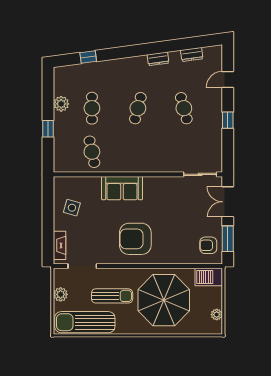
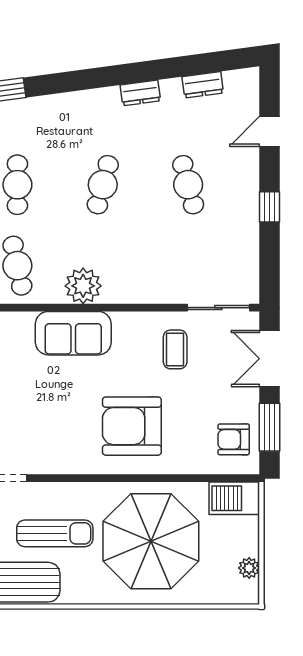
plant: (127, 163) -> (83, 286), added
coffee table: (177, 197) -> (175, 349), added
armchair: (135, 239) -> (132, 426), moved

